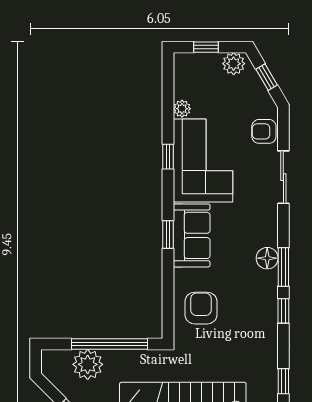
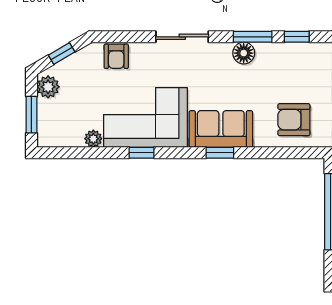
window: (206, 47) -> (31, 115), width x1.50
sliding door: (283, 177) -> (182, 37), moved

